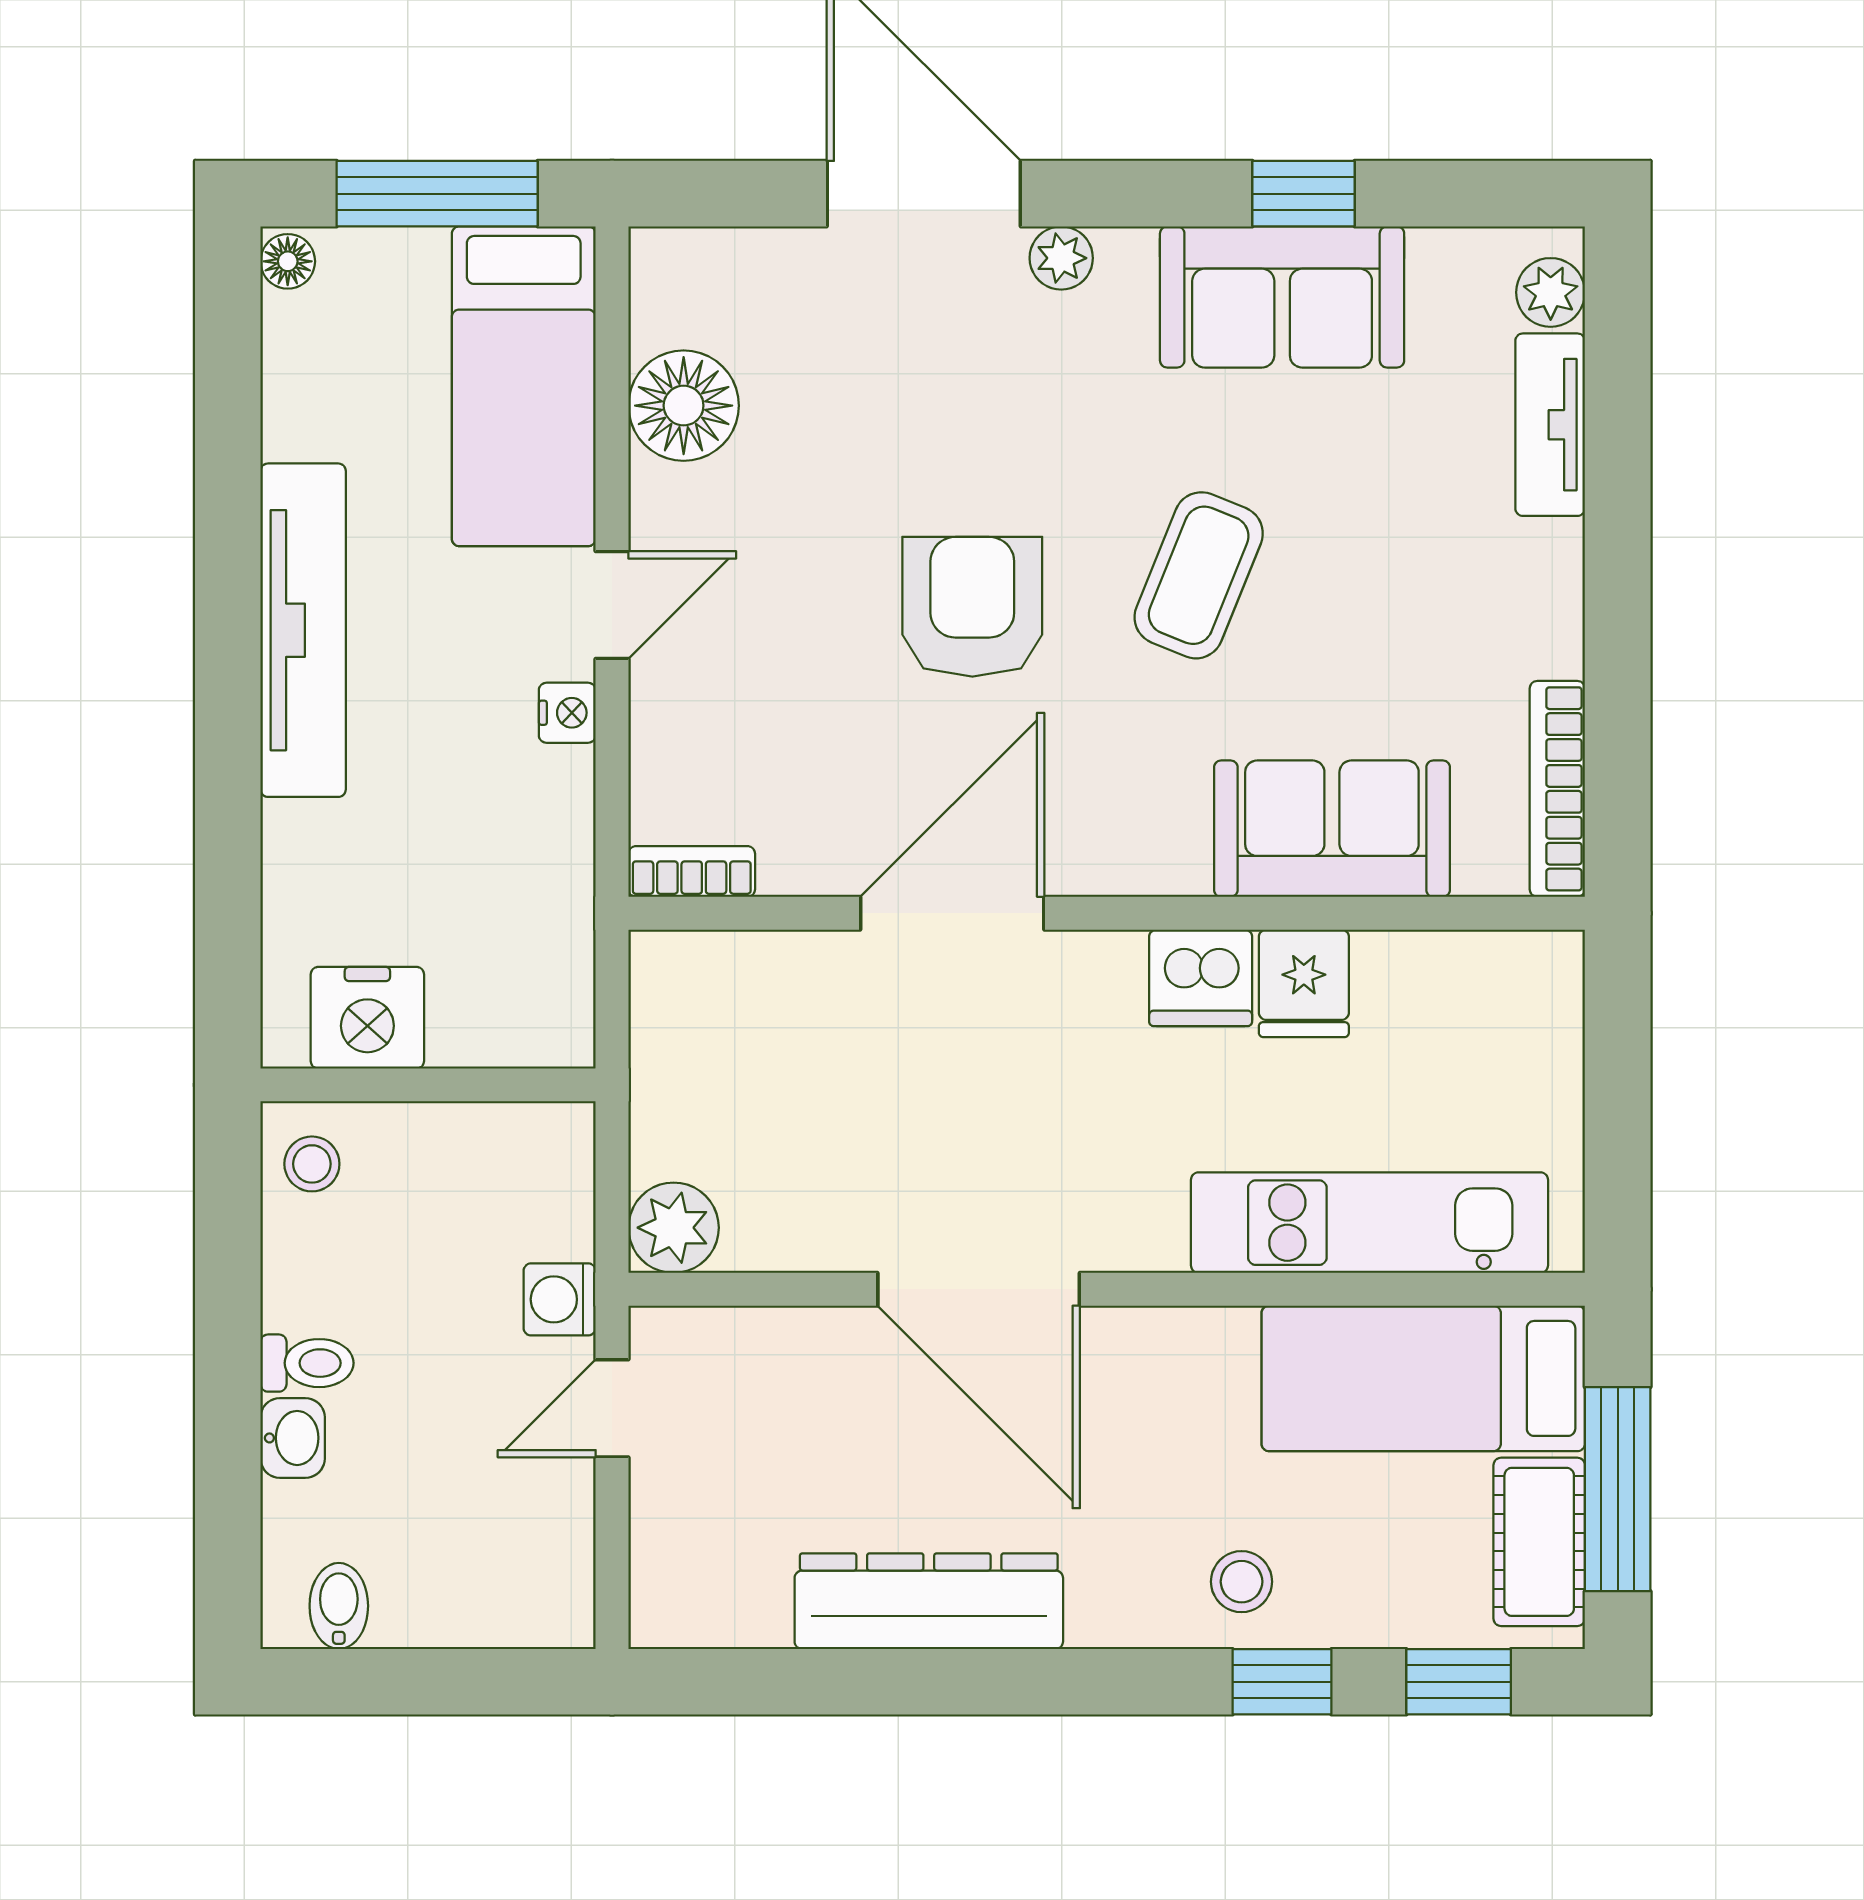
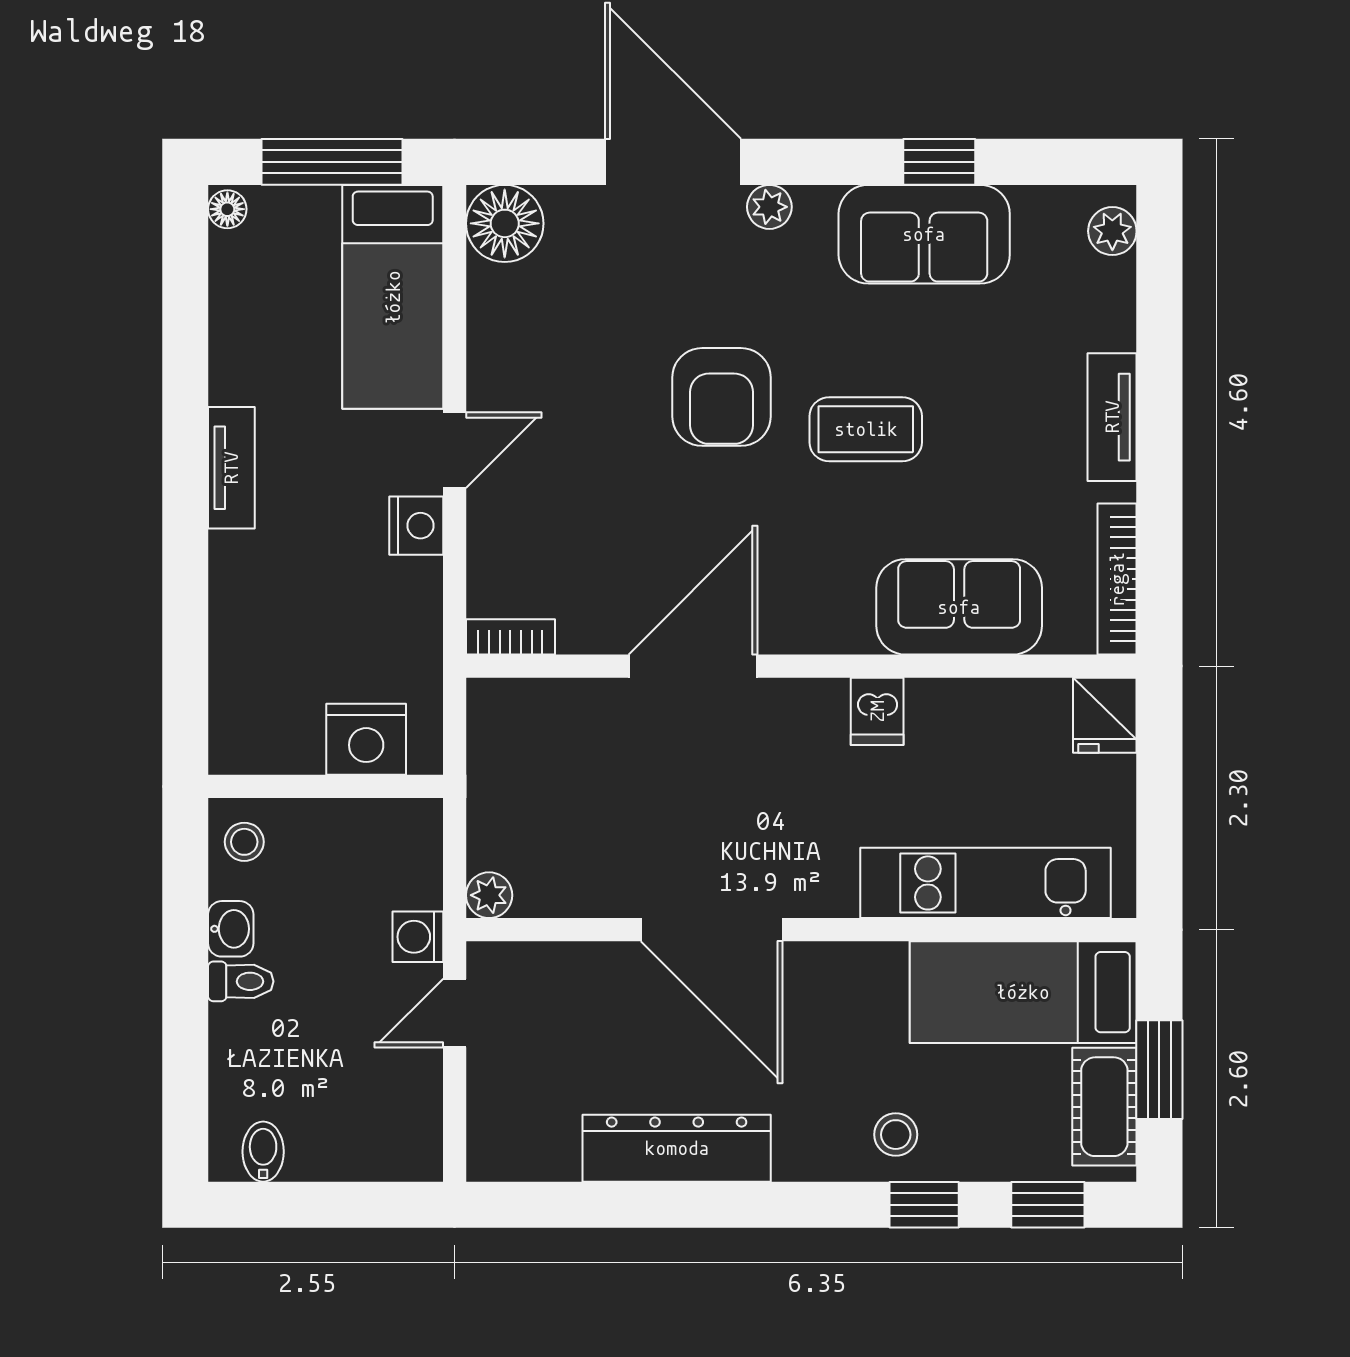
floor lamp: (684, 406) -> (505, 223), moved
tv unit: (1550, 425) -> (1112, 417), moved
coffee table: (1199, 575) -> (866, 429), turned 68
armchair: (972, 607) -> (721, 397), moved, turned 180
tv unit: (303, 630) -> (231, 468), width x0.52, depth x0.78
nightstand: (567, 713) -> (416, 526), width x1.39, depth x1.35
dishwasher: (1201, 978) -> (877, 711), width x0.73
fridge: (1304, 983) -> (1105, 715), moved
nightstand: (367, 1018) -> (366, 739), moved
plant: (674, 1228) -> (489, 895), width x0.73, depth x0.73
washbasin: (293, 1438) -> (231, 929), moved
window: (1618, 1489) -> (1159, 1070), width x0.69

